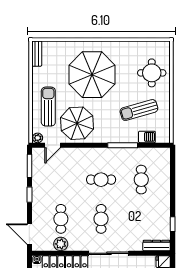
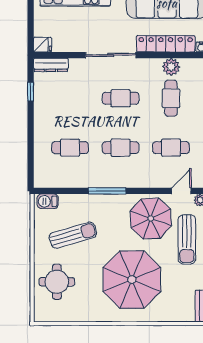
barbecue: (147, 137) -> (48, 201), moved
window: (123, 145) -> (107, 191), moved
cafe table: (61, 180) -> (171, 148), added
cafe table: (141, 180) -> (70, 148), turned 90
cafe table: (101, 219) -> (121, 98), turned 90

